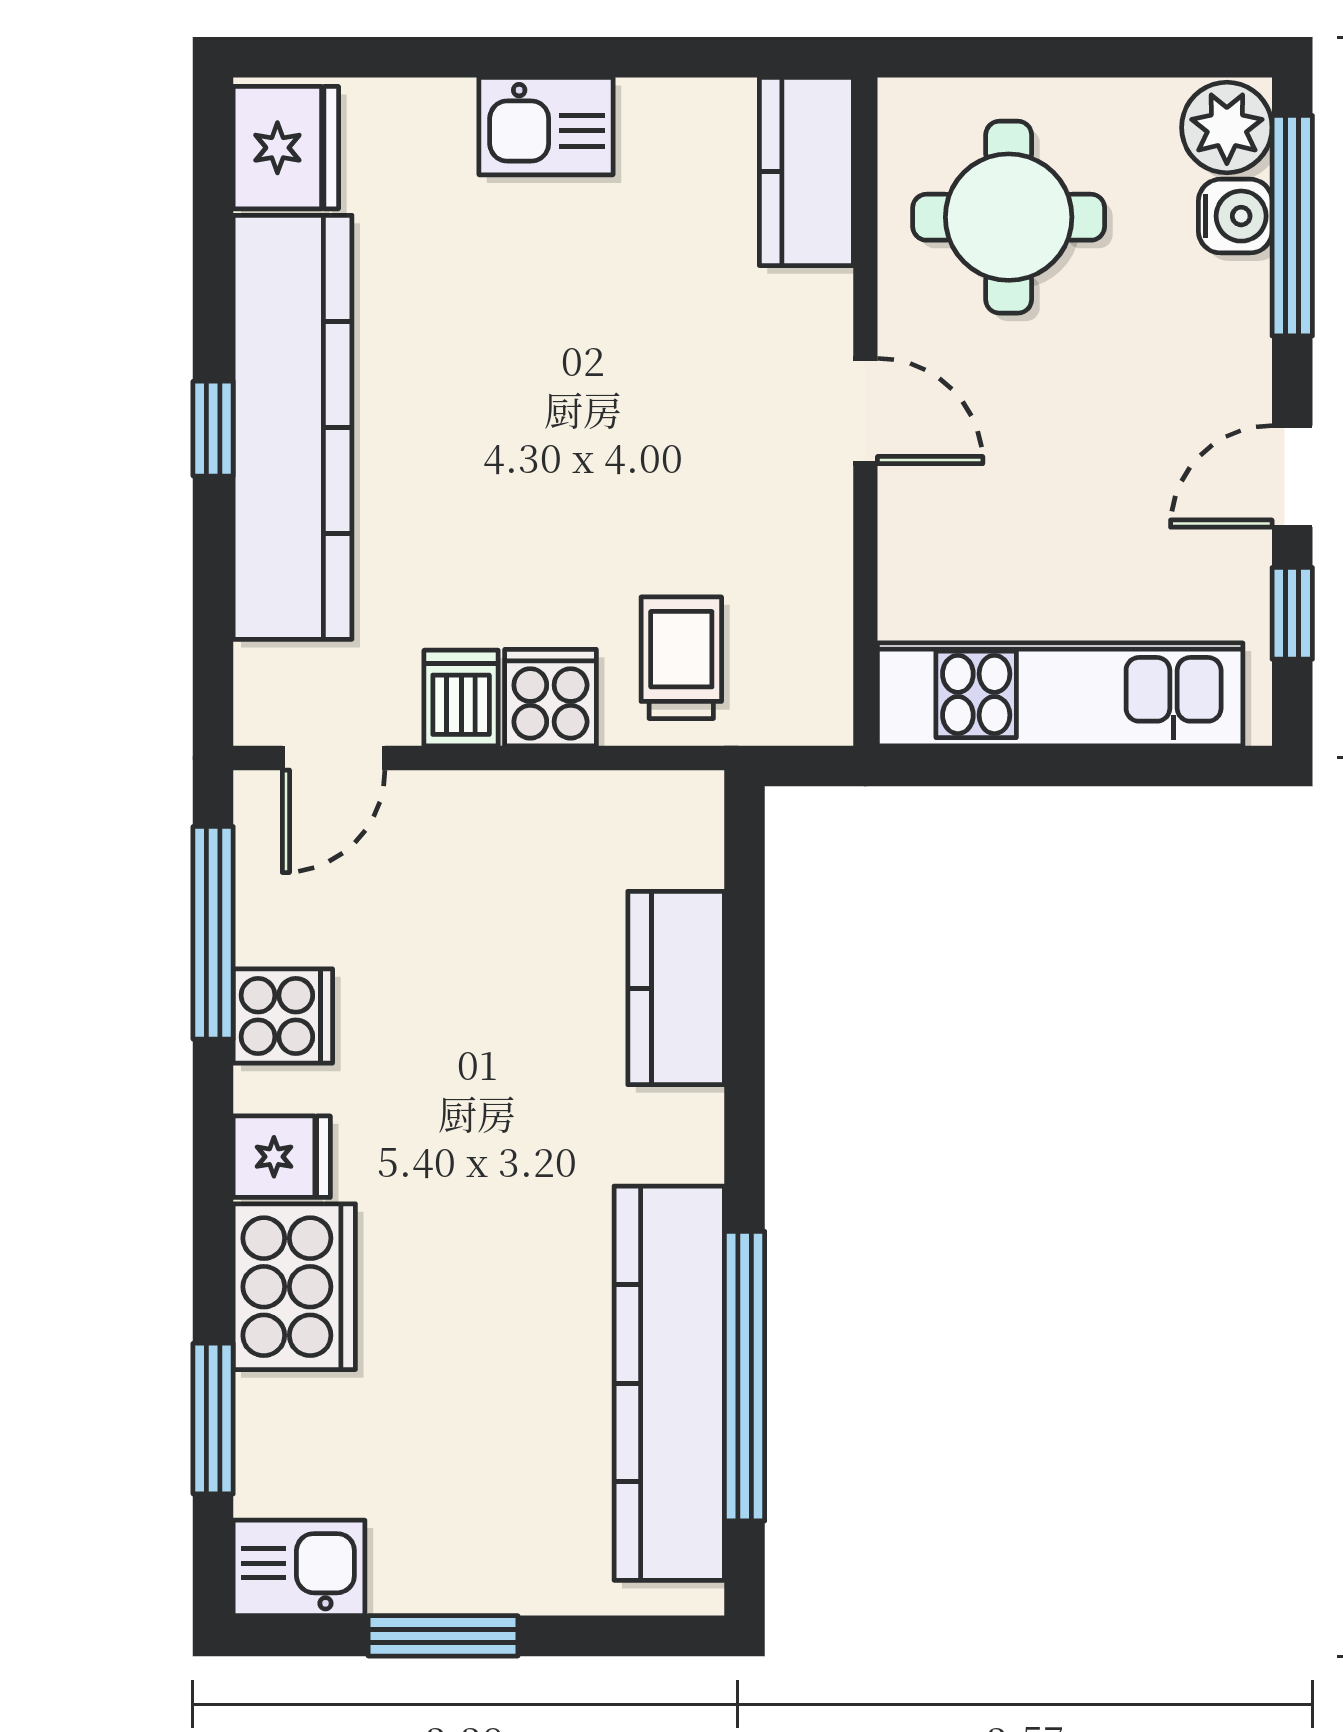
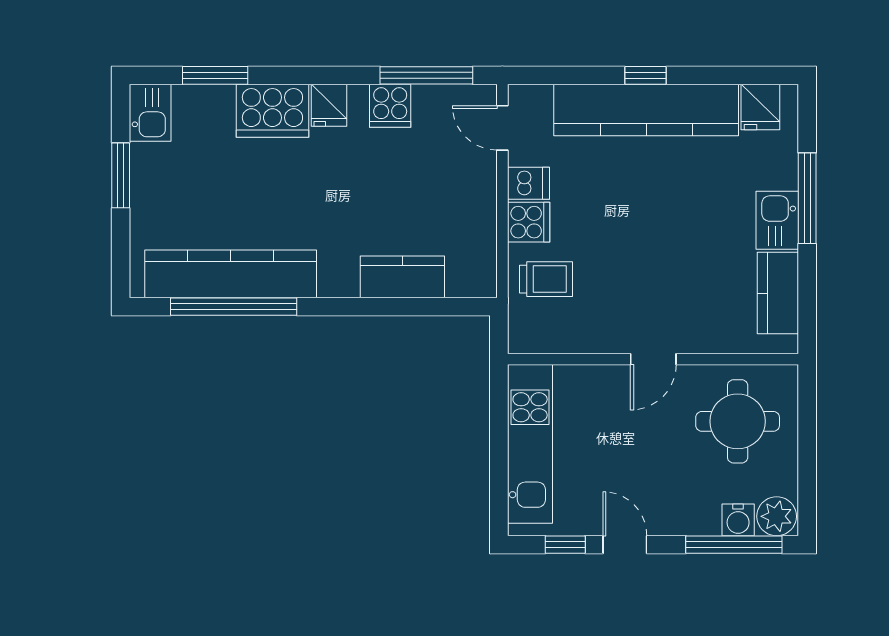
window: (495, 57) -> (807, 198), added
fridge: (286, 148) -> (760, 107), width x0.72
kitchen counter: (806, 172) -> (778, 293), moved, turned -90

